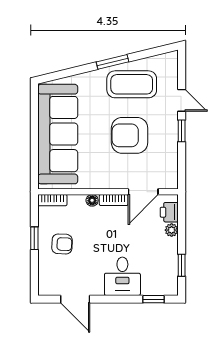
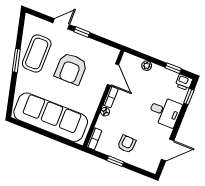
printer: (169, 212) -> (184, 82), moved

